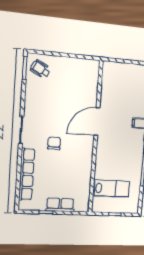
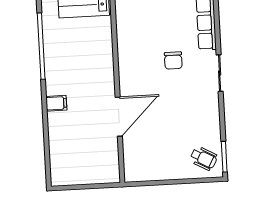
door: (97, 122) -> (119, 117), moved

